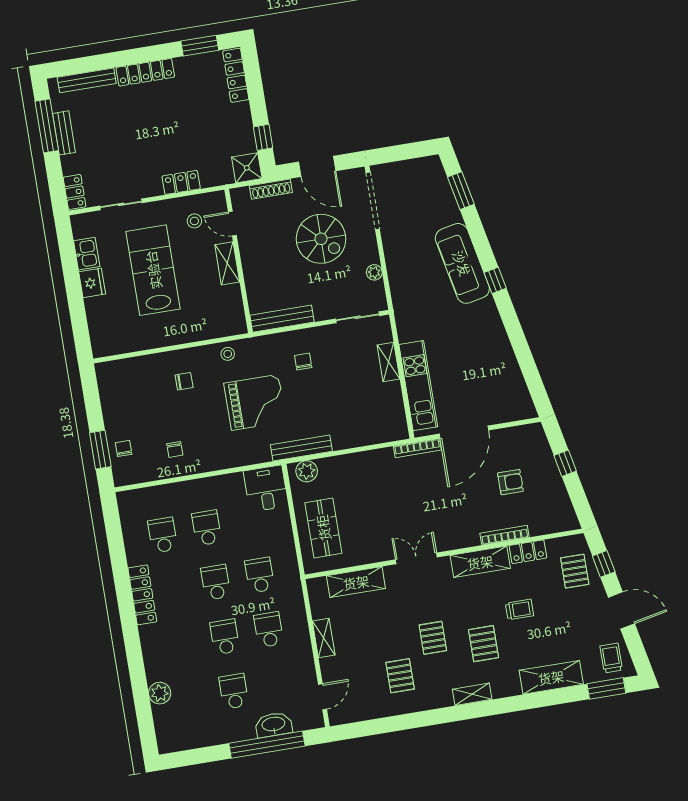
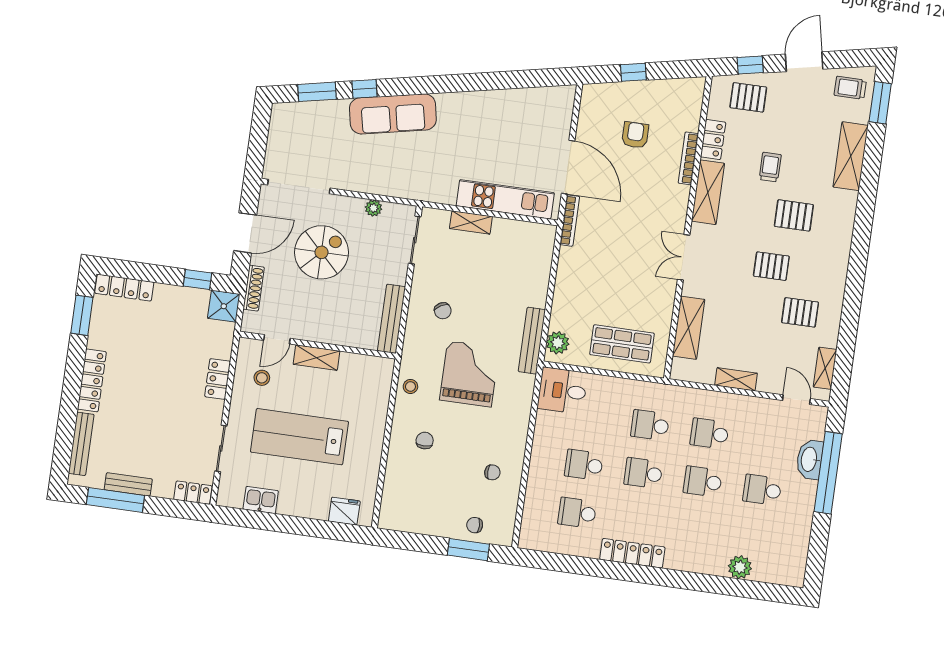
window: (495, 280) -> (364, 89), moved
fridge: (92, 283) -> (344, 511), moved
chair: (303, 361) -> (443, 311), turned -119
shelving: (472, 694) -> (825, 368), moved

